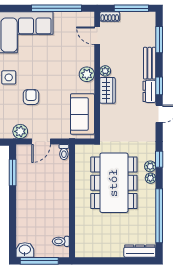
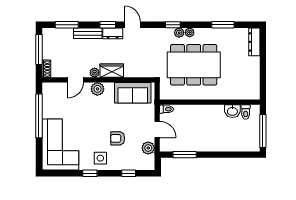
door: (97, 36) -> (76, 80), moved
window: (159, 216) -> (223, 25), width x0.47
washbasin: (25, 250) -> (232, 111), moved, turned -90

